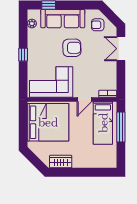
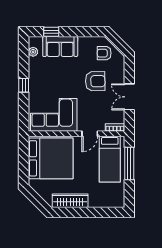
sofa: (63, 19) -> (60, 46), width x0.73
armchair: (72, 48) -> (95, 81), moved
double door: (121, 49) -> (129, 97), moved
wardrobe: (61, 162) -> (70, 201), width x1.50

